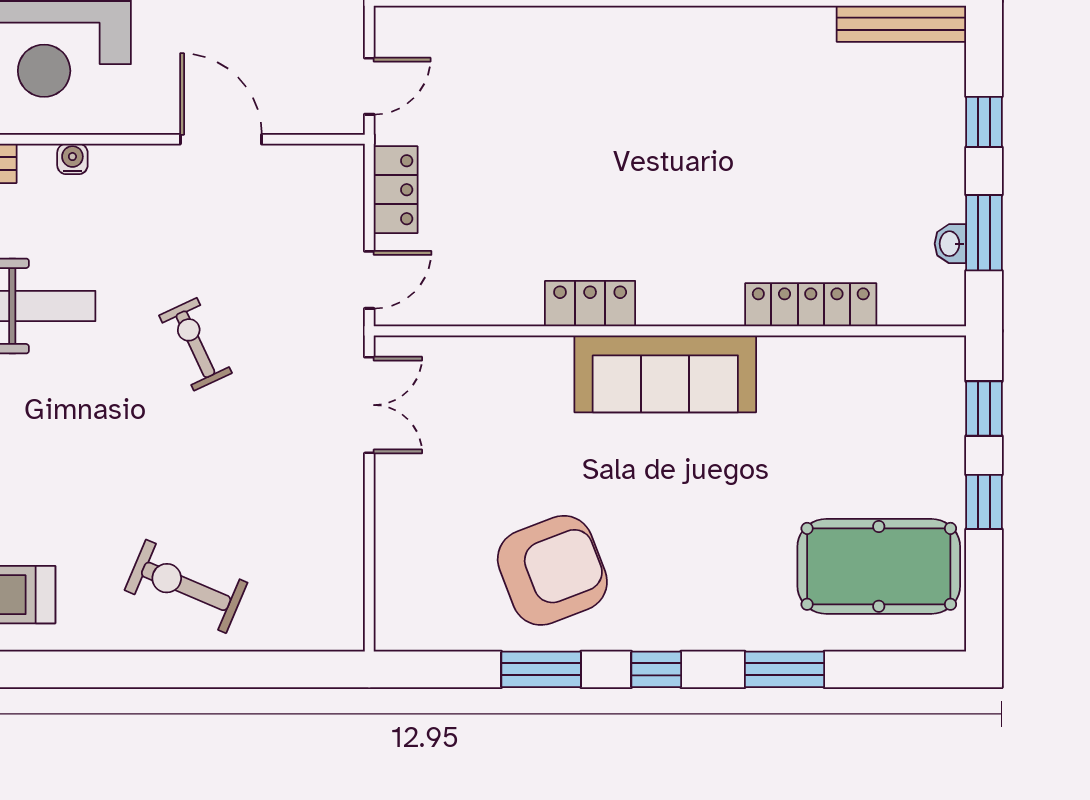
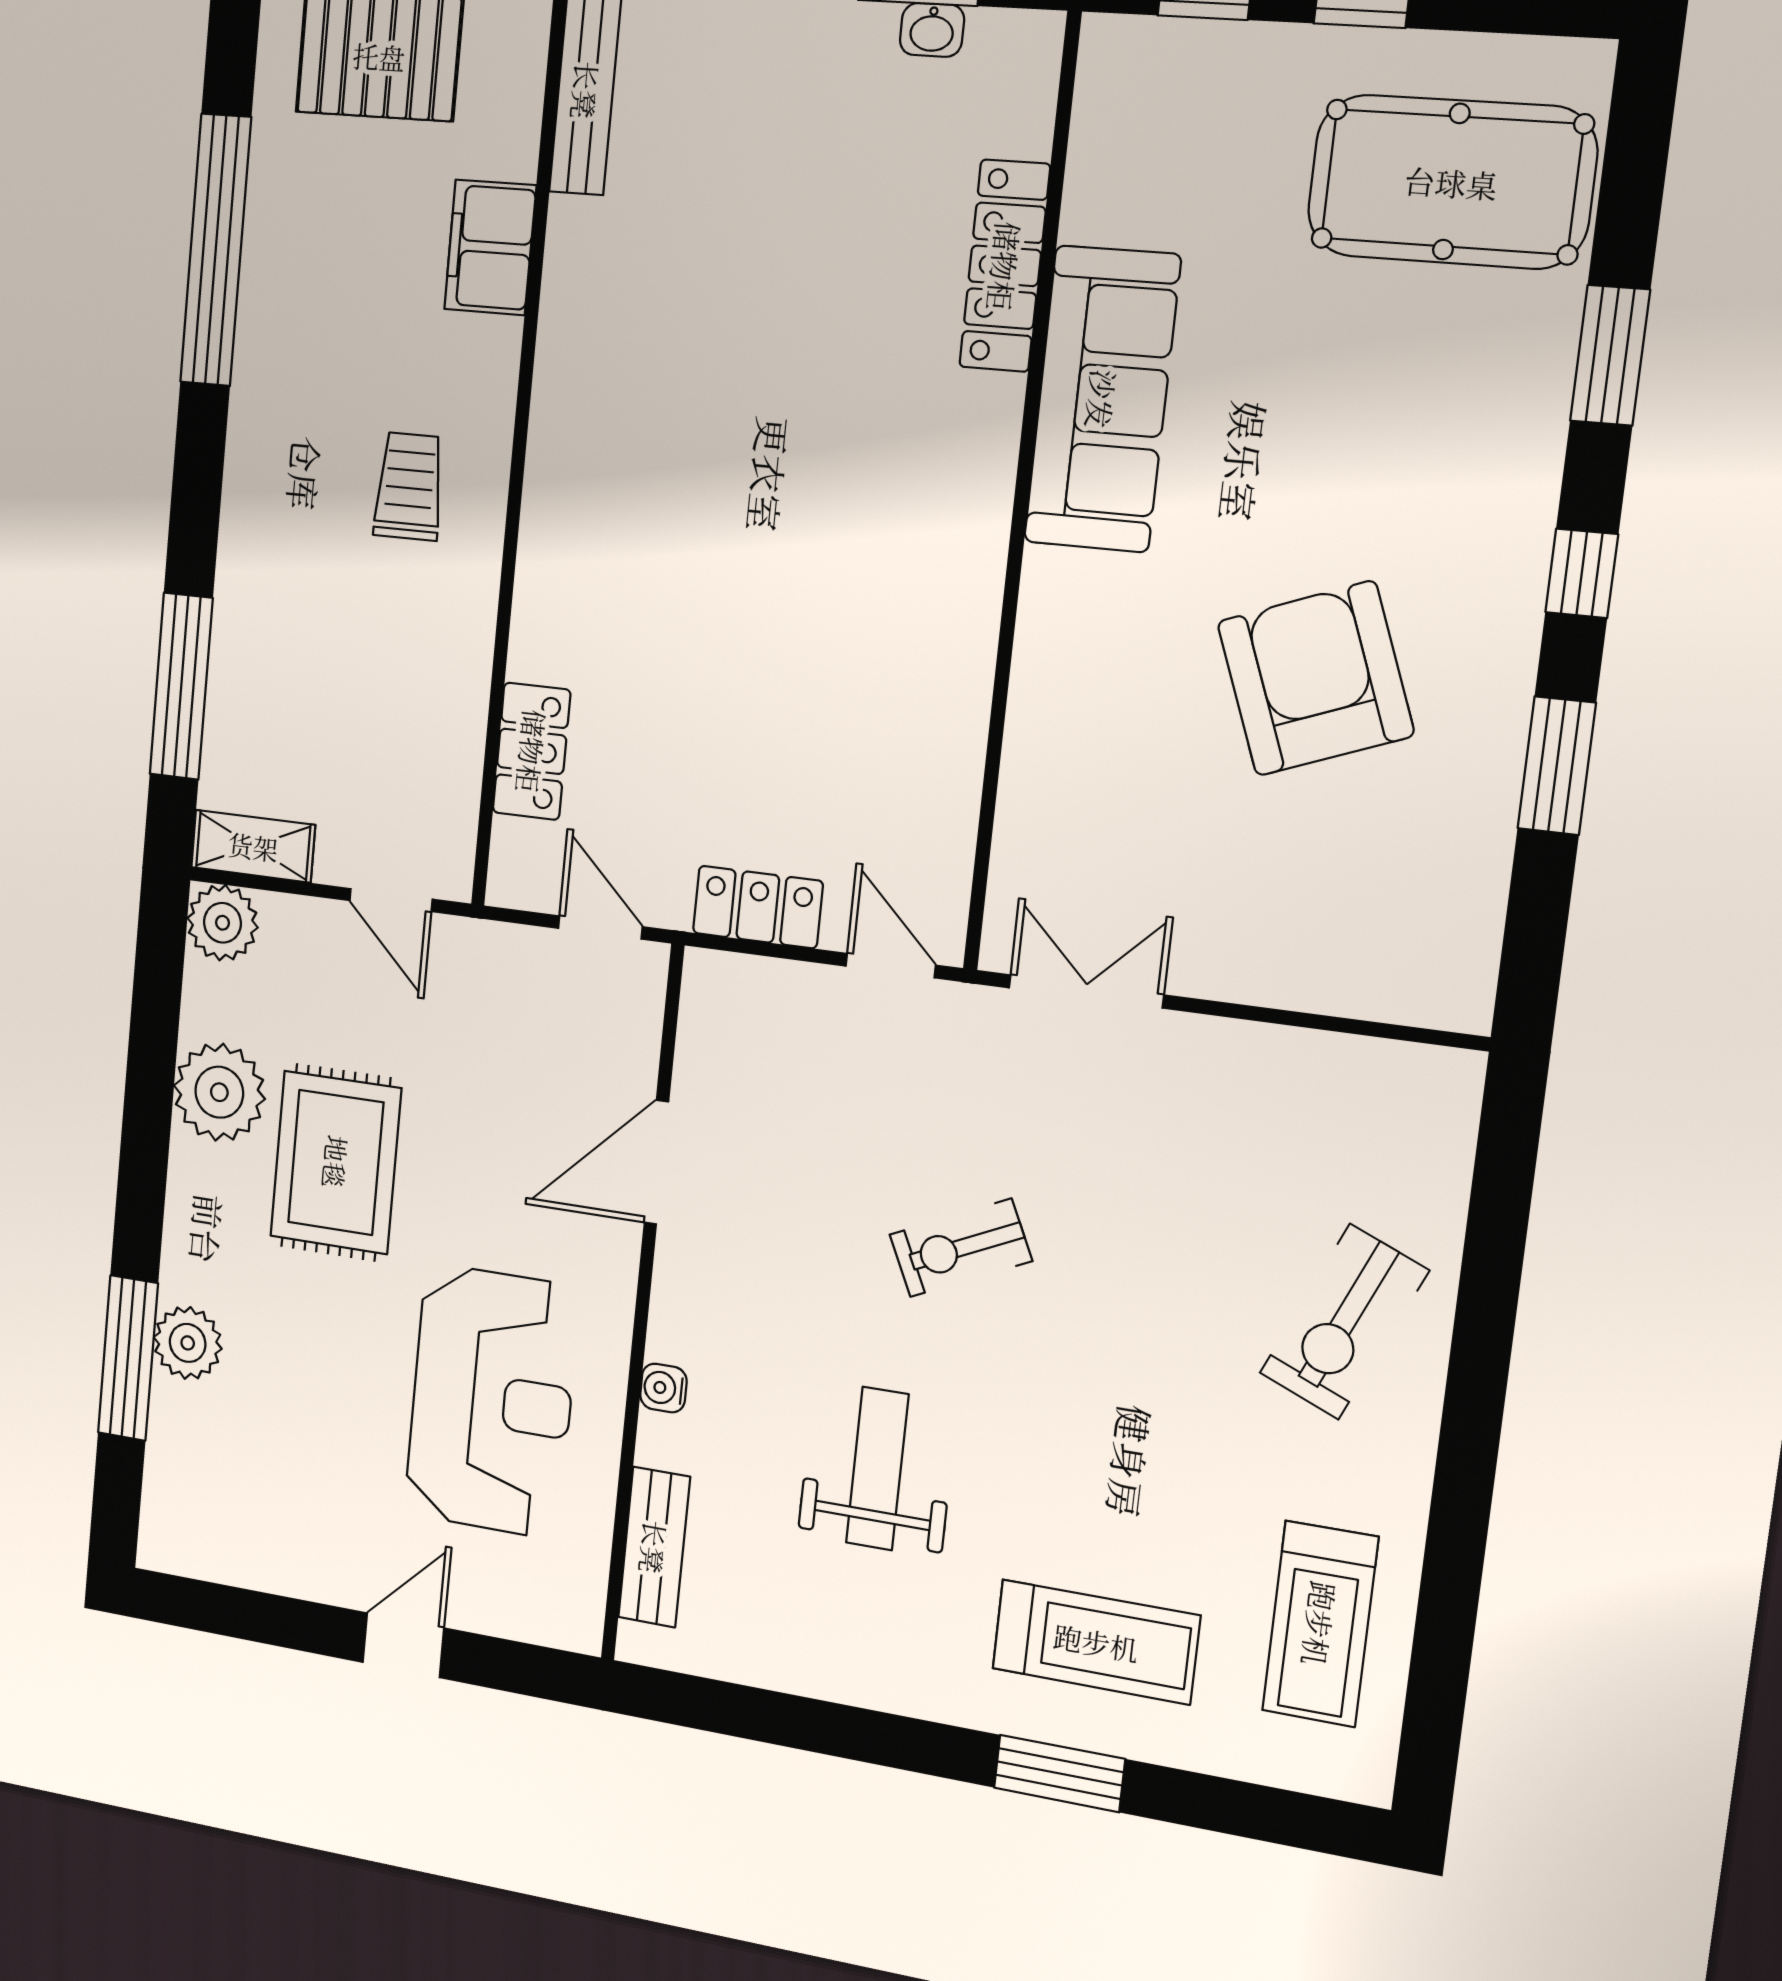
locker: (590, 304) -> (532, 751), moved, turned 180
sofa: (665, 374) -> (1102, 399), moved
pool table: (879, 566) -> (1451, 182), turned 90
armchair: (552, 570) -> (1315, 678), moved

